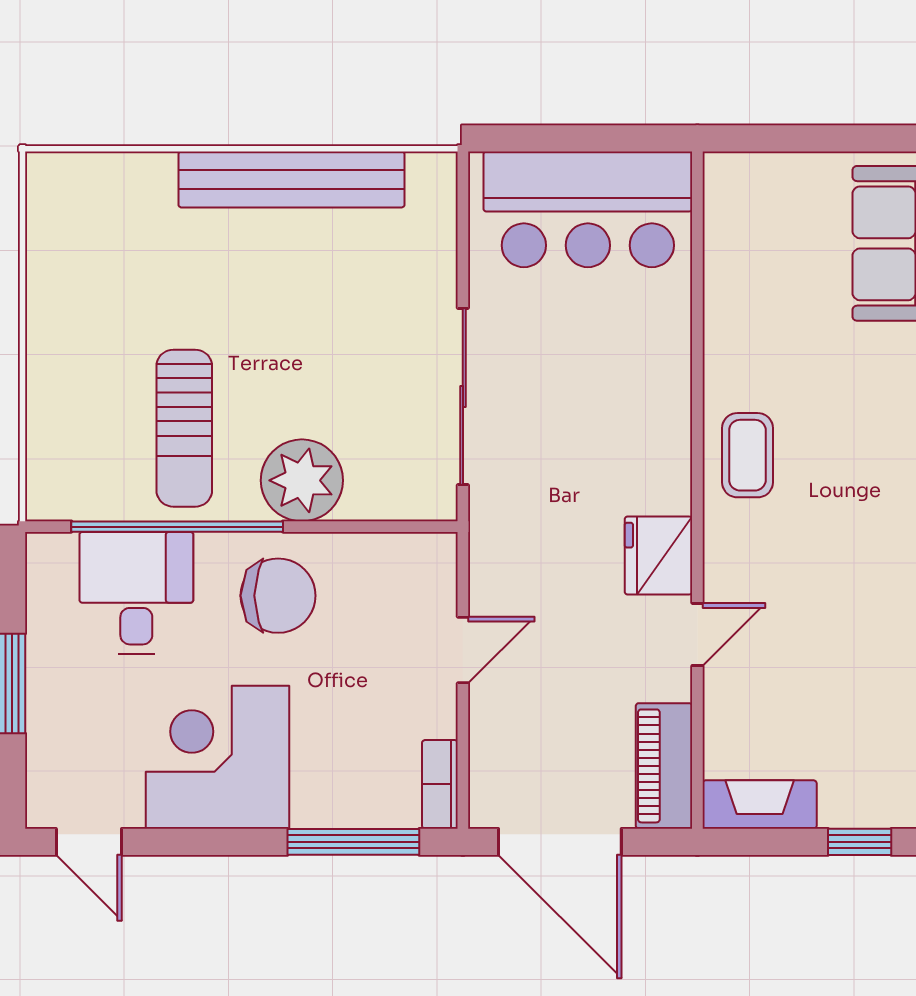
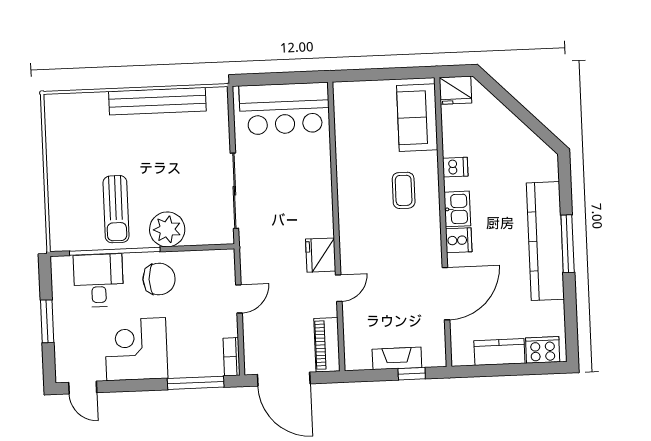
coffee table: (747, 455) -> (404, 190), moved
fireplace: (760, 804) -> (397, 358), moved

